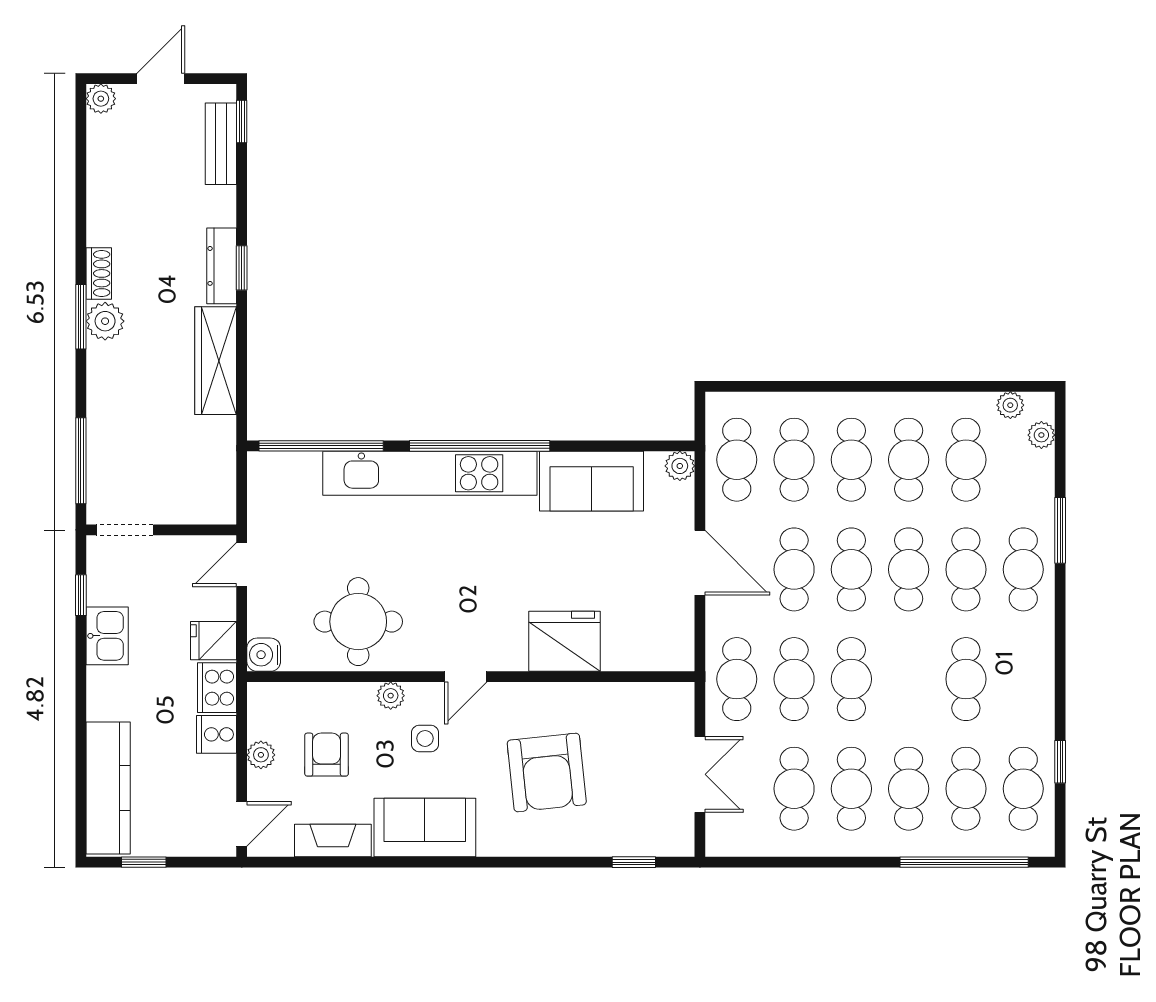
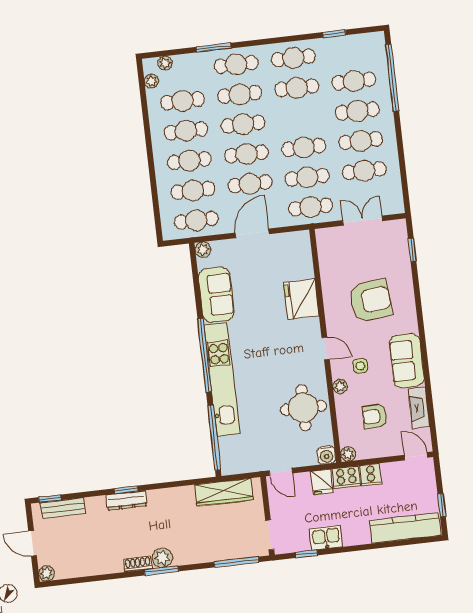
wardrobe: (216, 361) -> (224, 492), moved
plant: (261, 755) -> (348, 454), moved
cafe table: (1023, 789) -> (293, 58), moved

